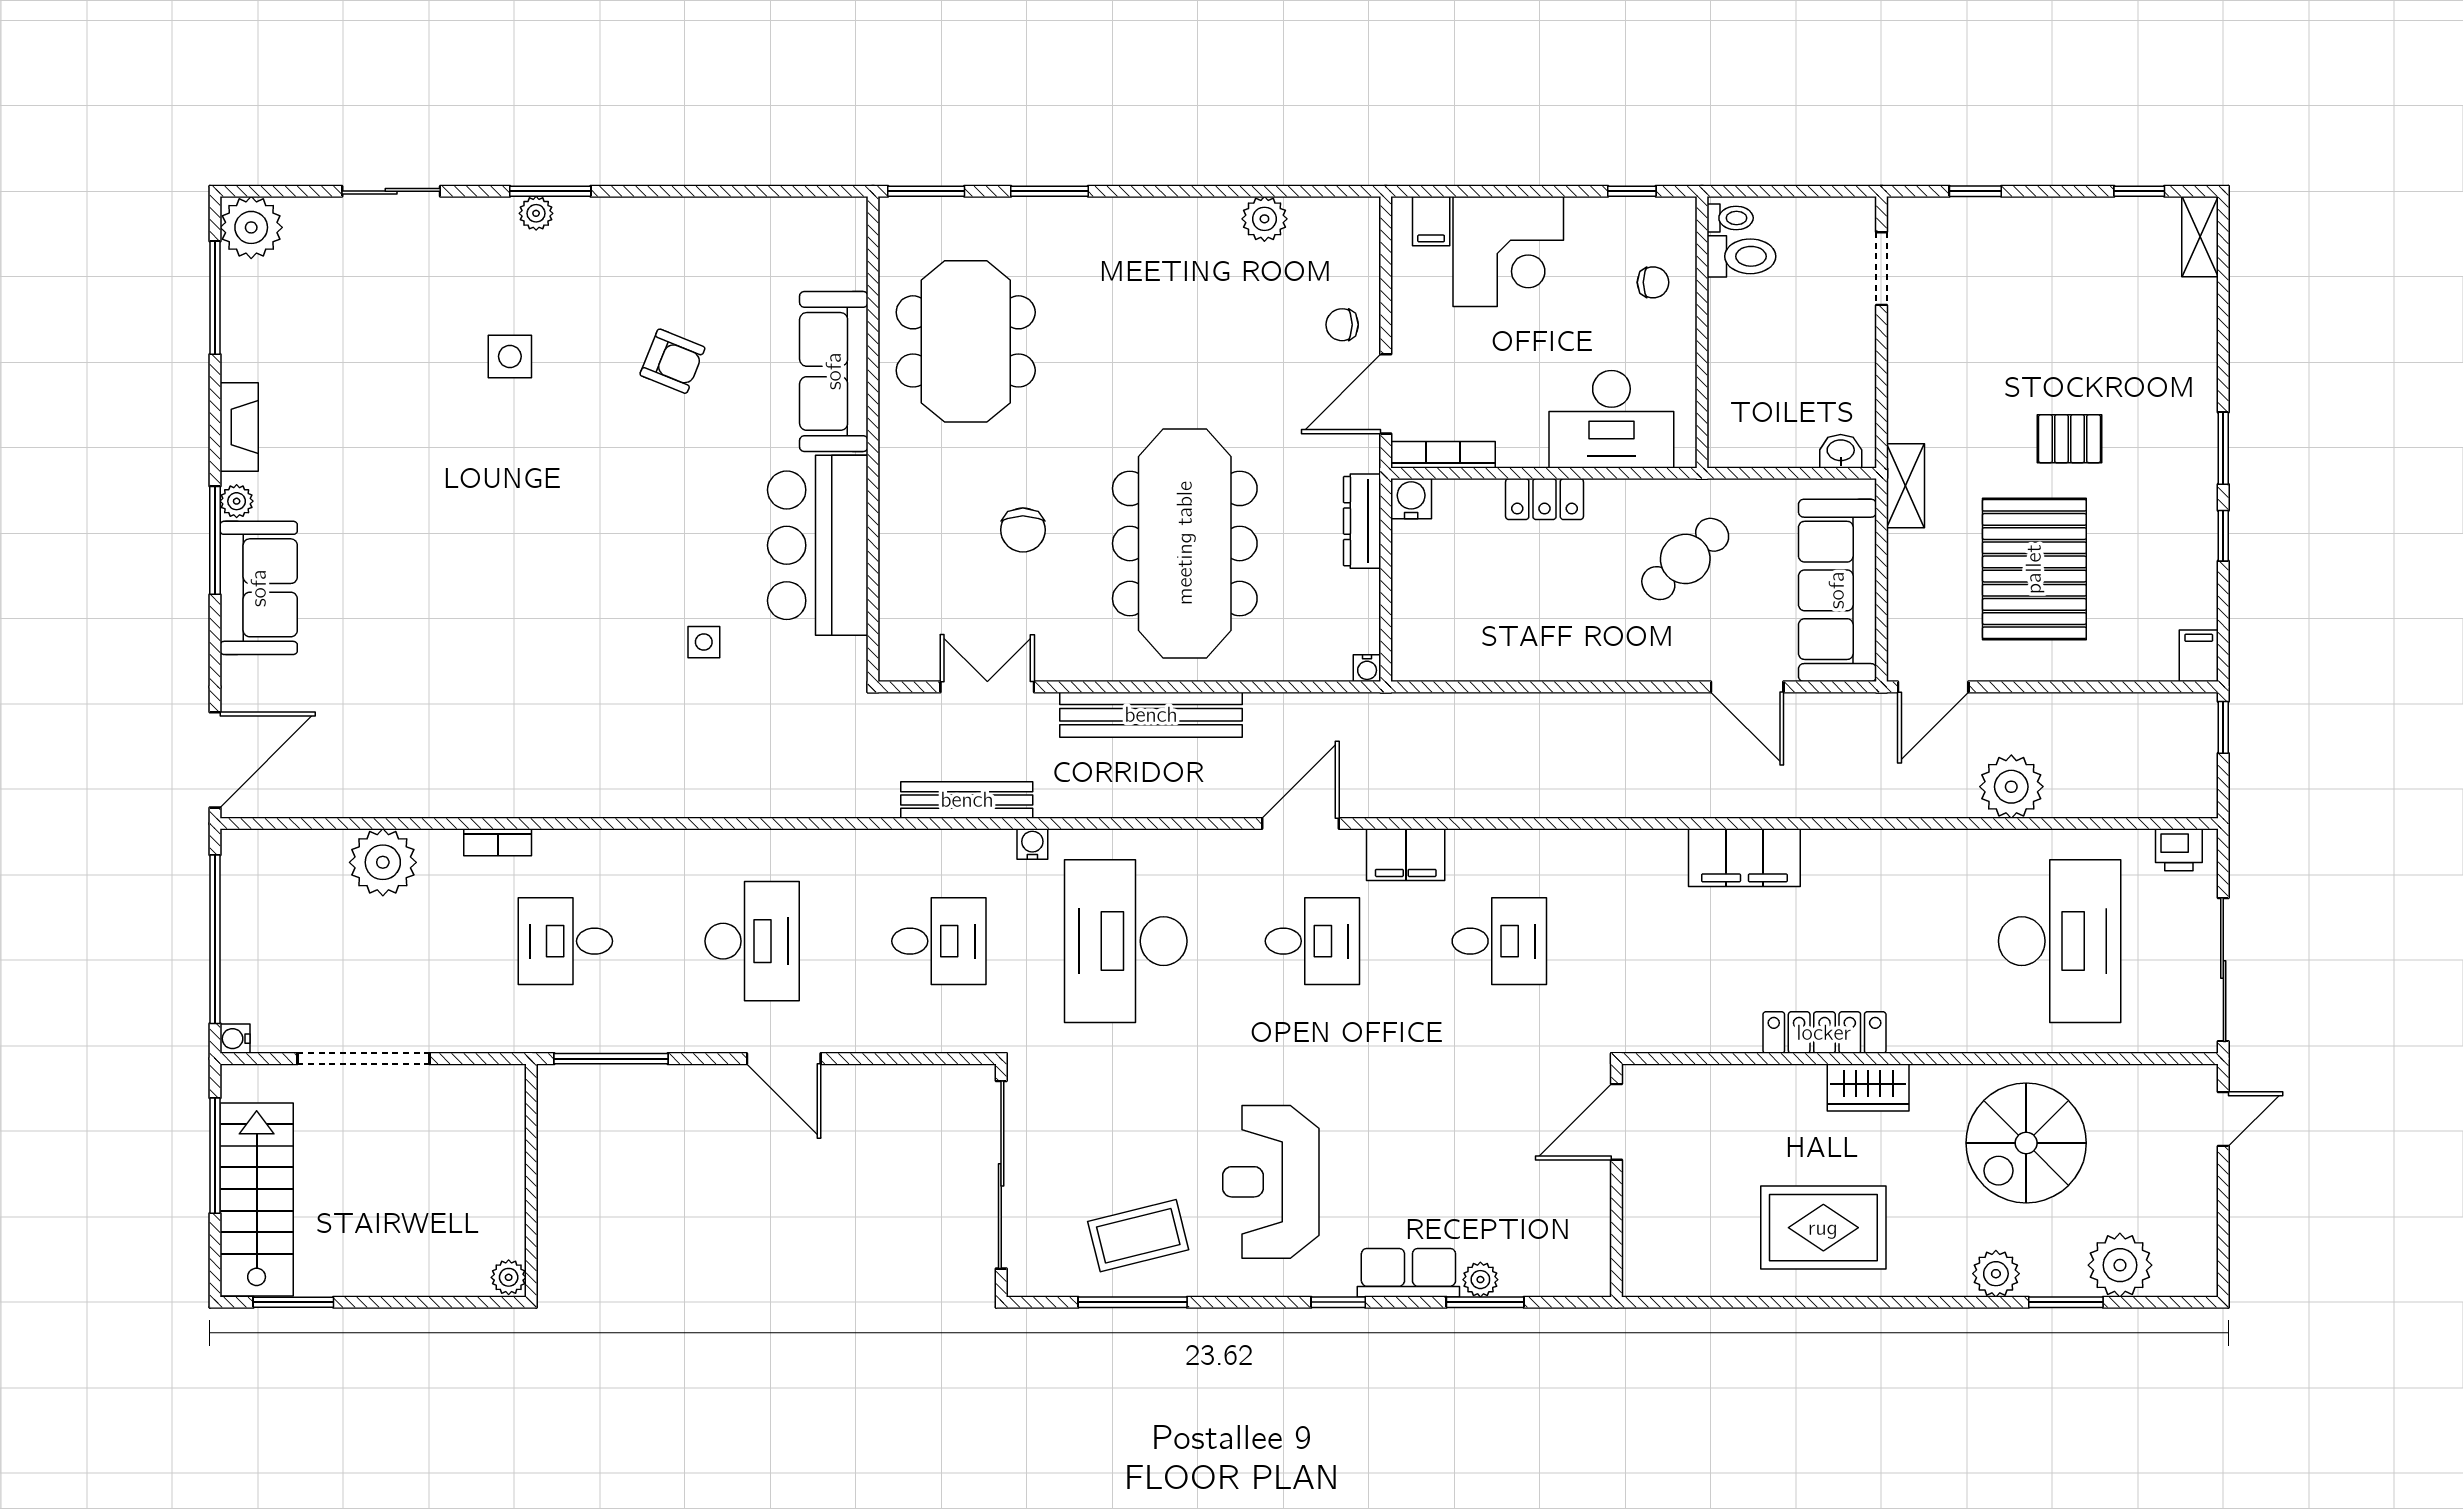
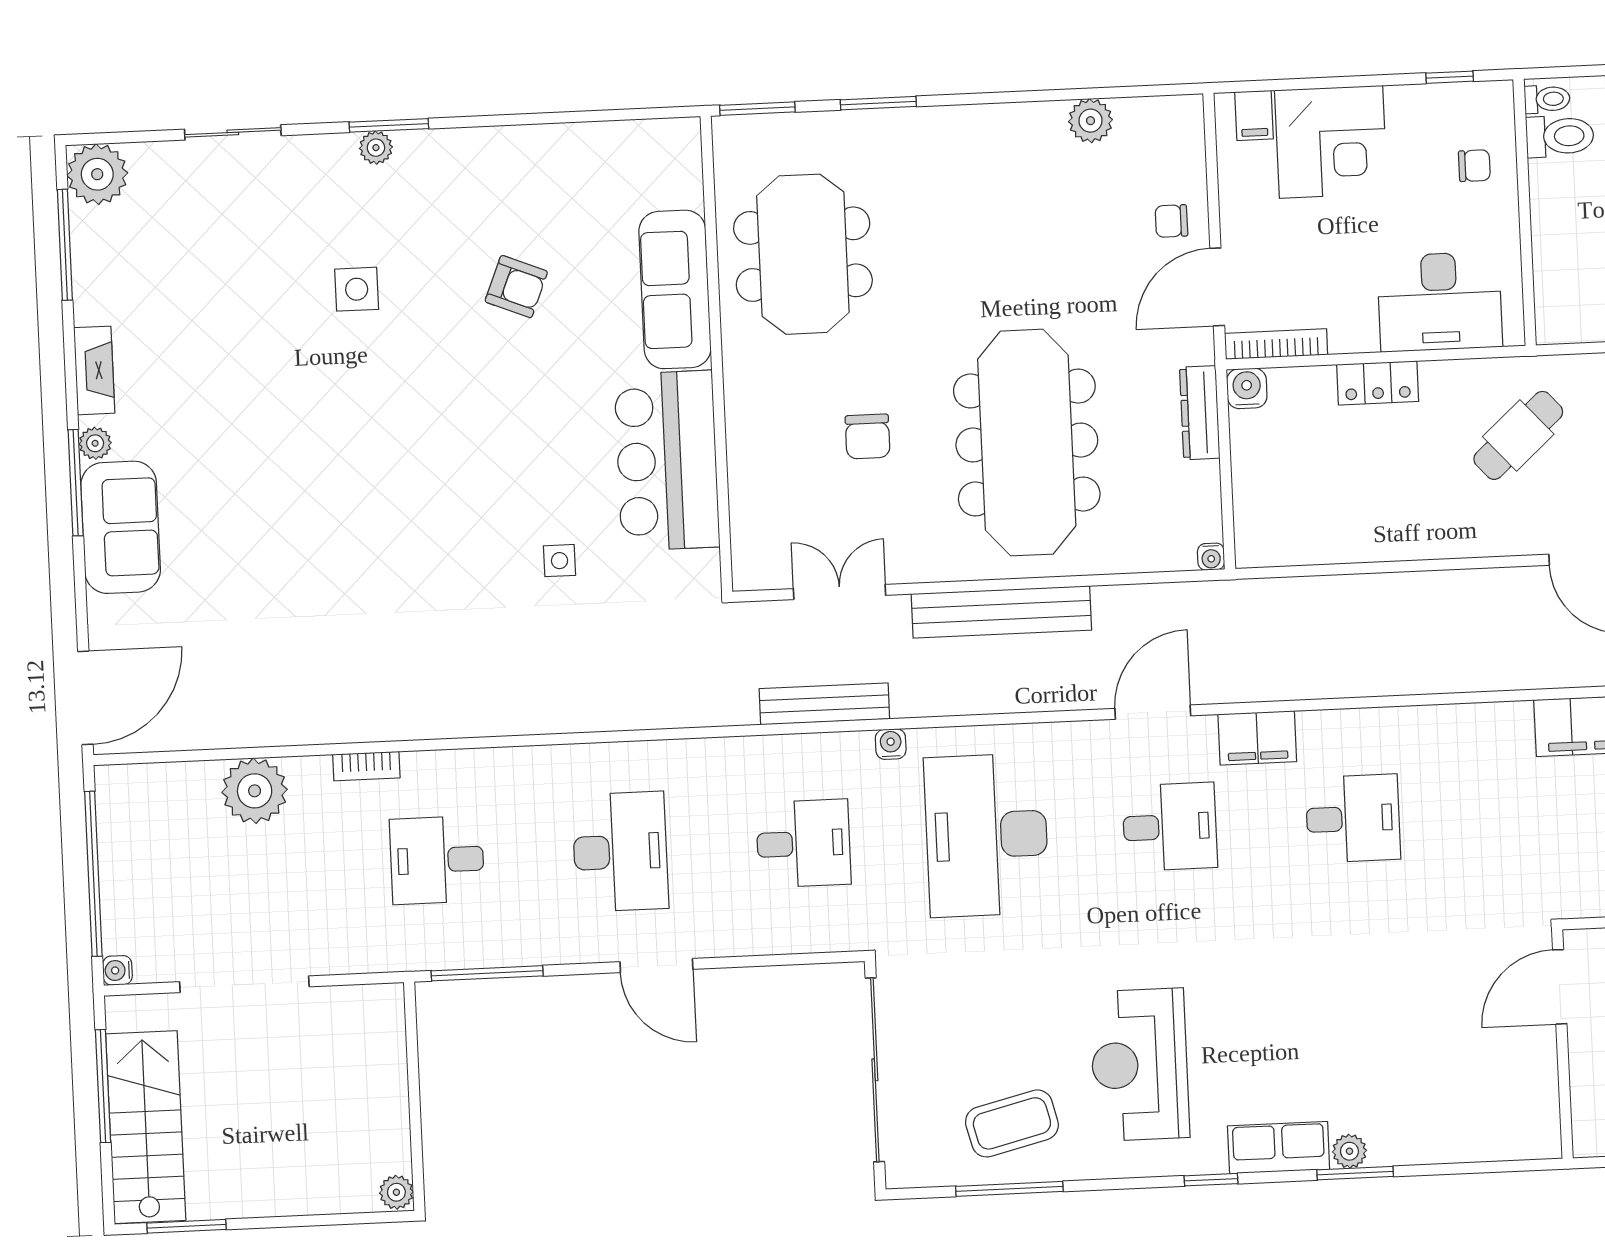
door: (1616, 1122) -> (1560, 987), moved
wall: (1616, 1180) -> (1562, 1044), moved

